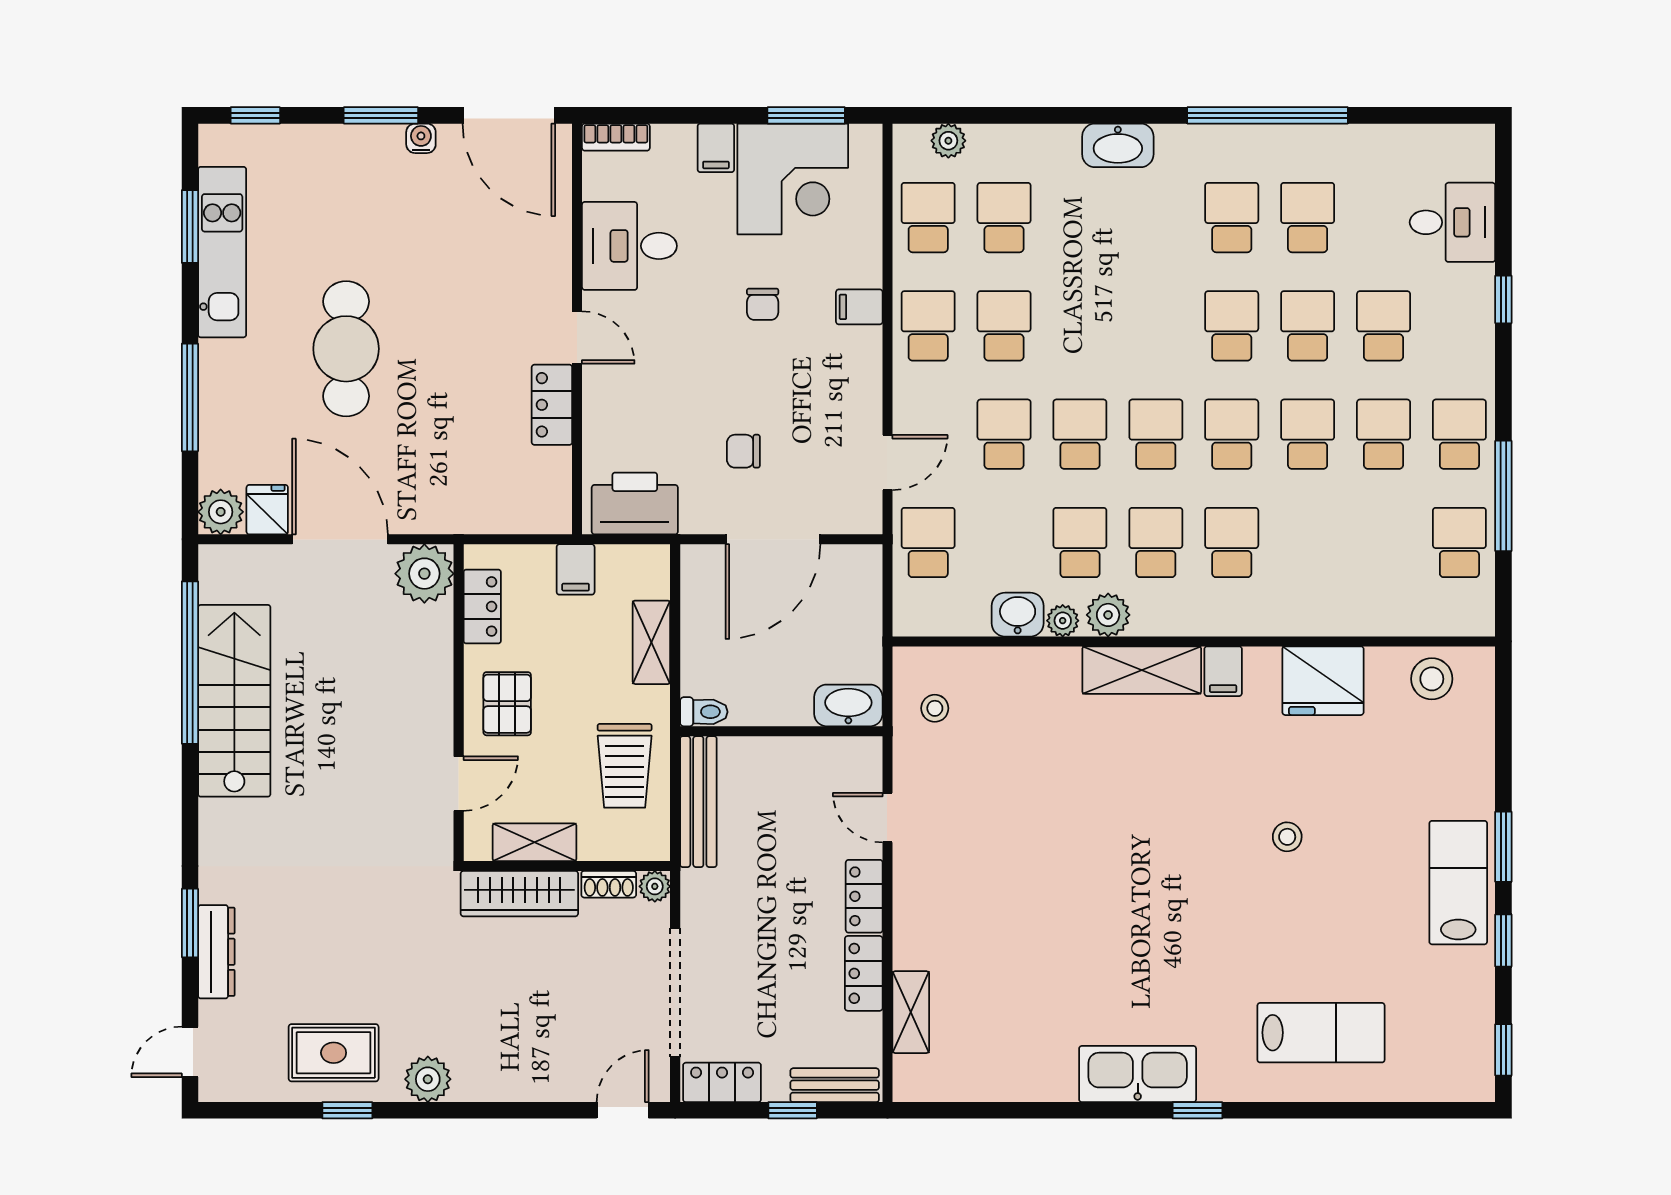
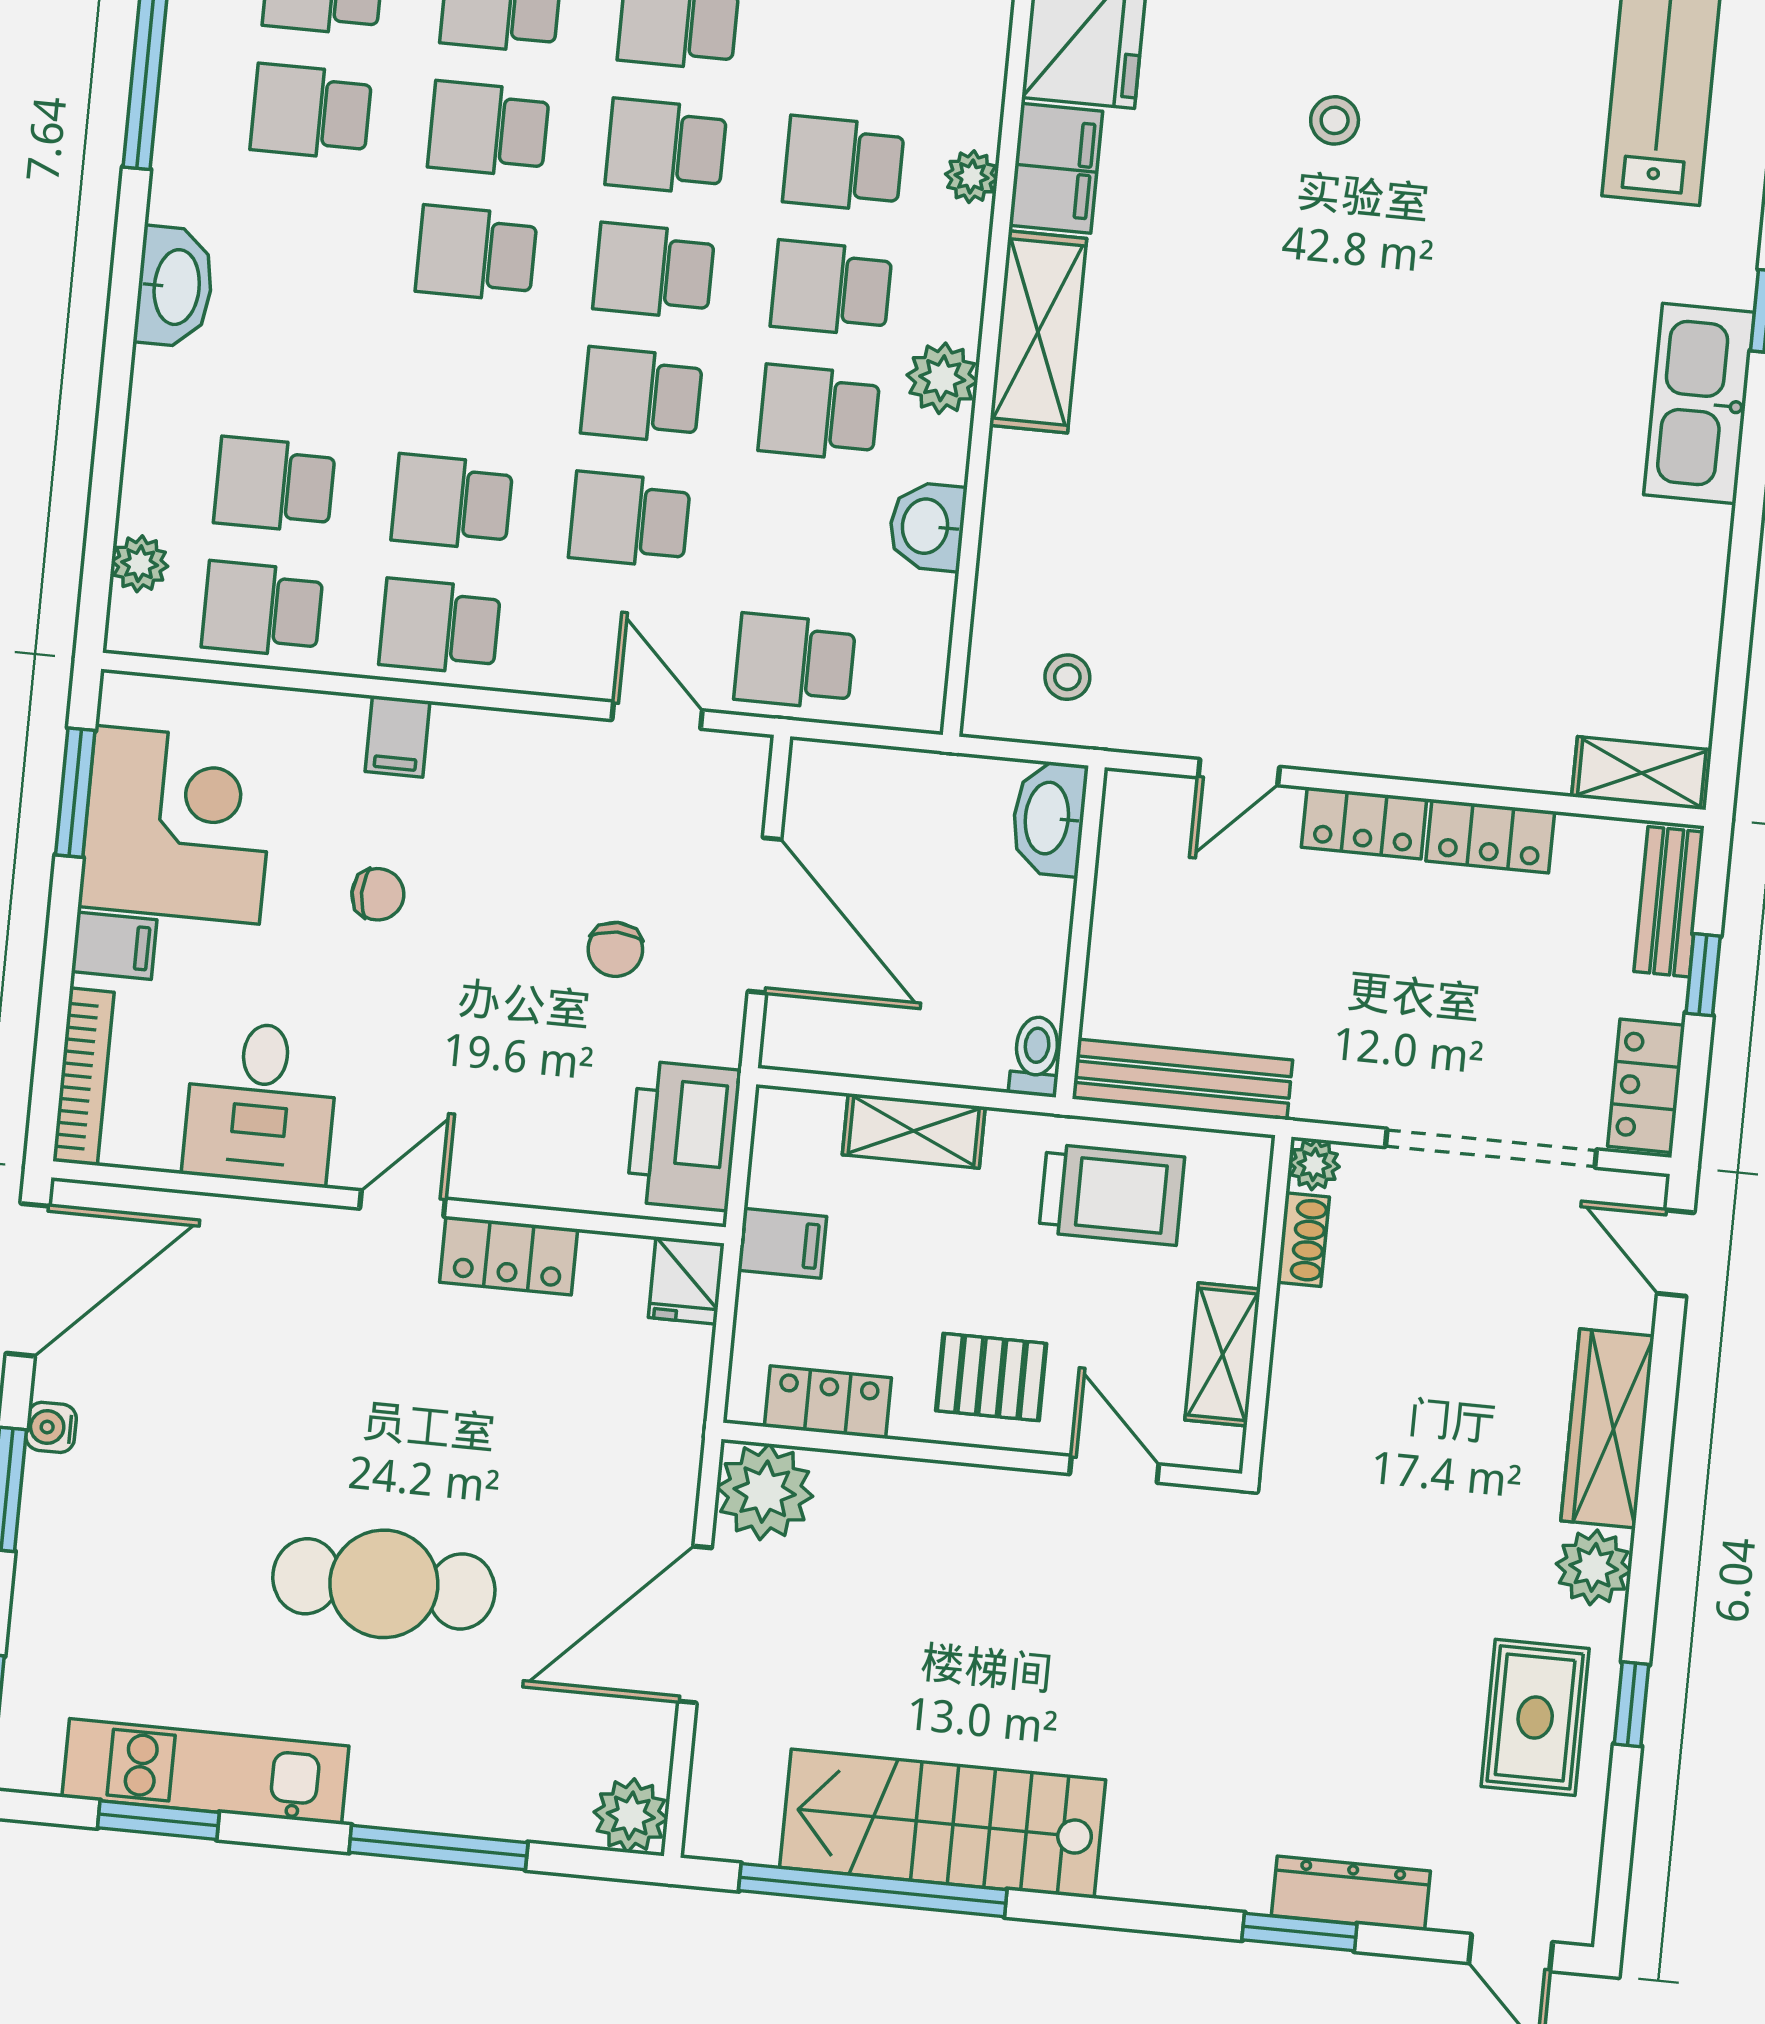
bookcase: (616, 137) -> (83, 1077), width x1.56
school desk: (1156, 326) -> (476, 254), added
fridge: (267, 510) -> (686, 1280), moved, turned -90
plant: (1063, 621) -> (971, 177), moved
filing cabinet: (1223, 671) -> (1056, 168), width x2.00
wardrobe: (519, 894) -> (1608, 1428), moved, turned 180
shelving: (911, 1012) -> (1642, 773), moved

